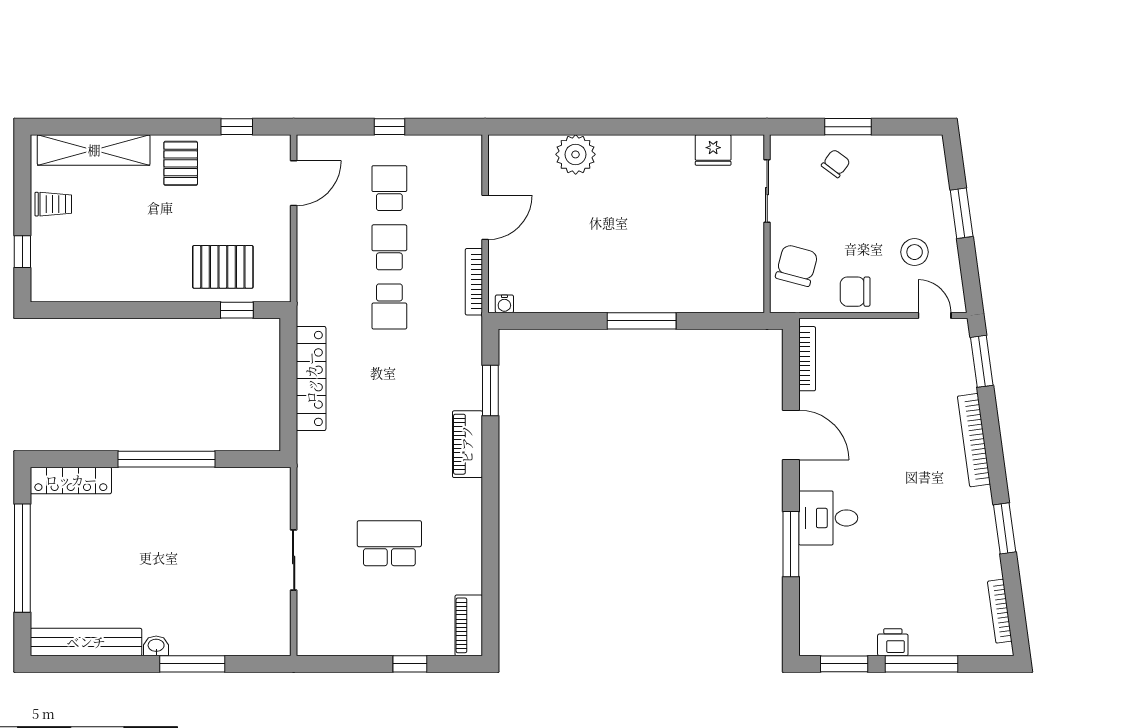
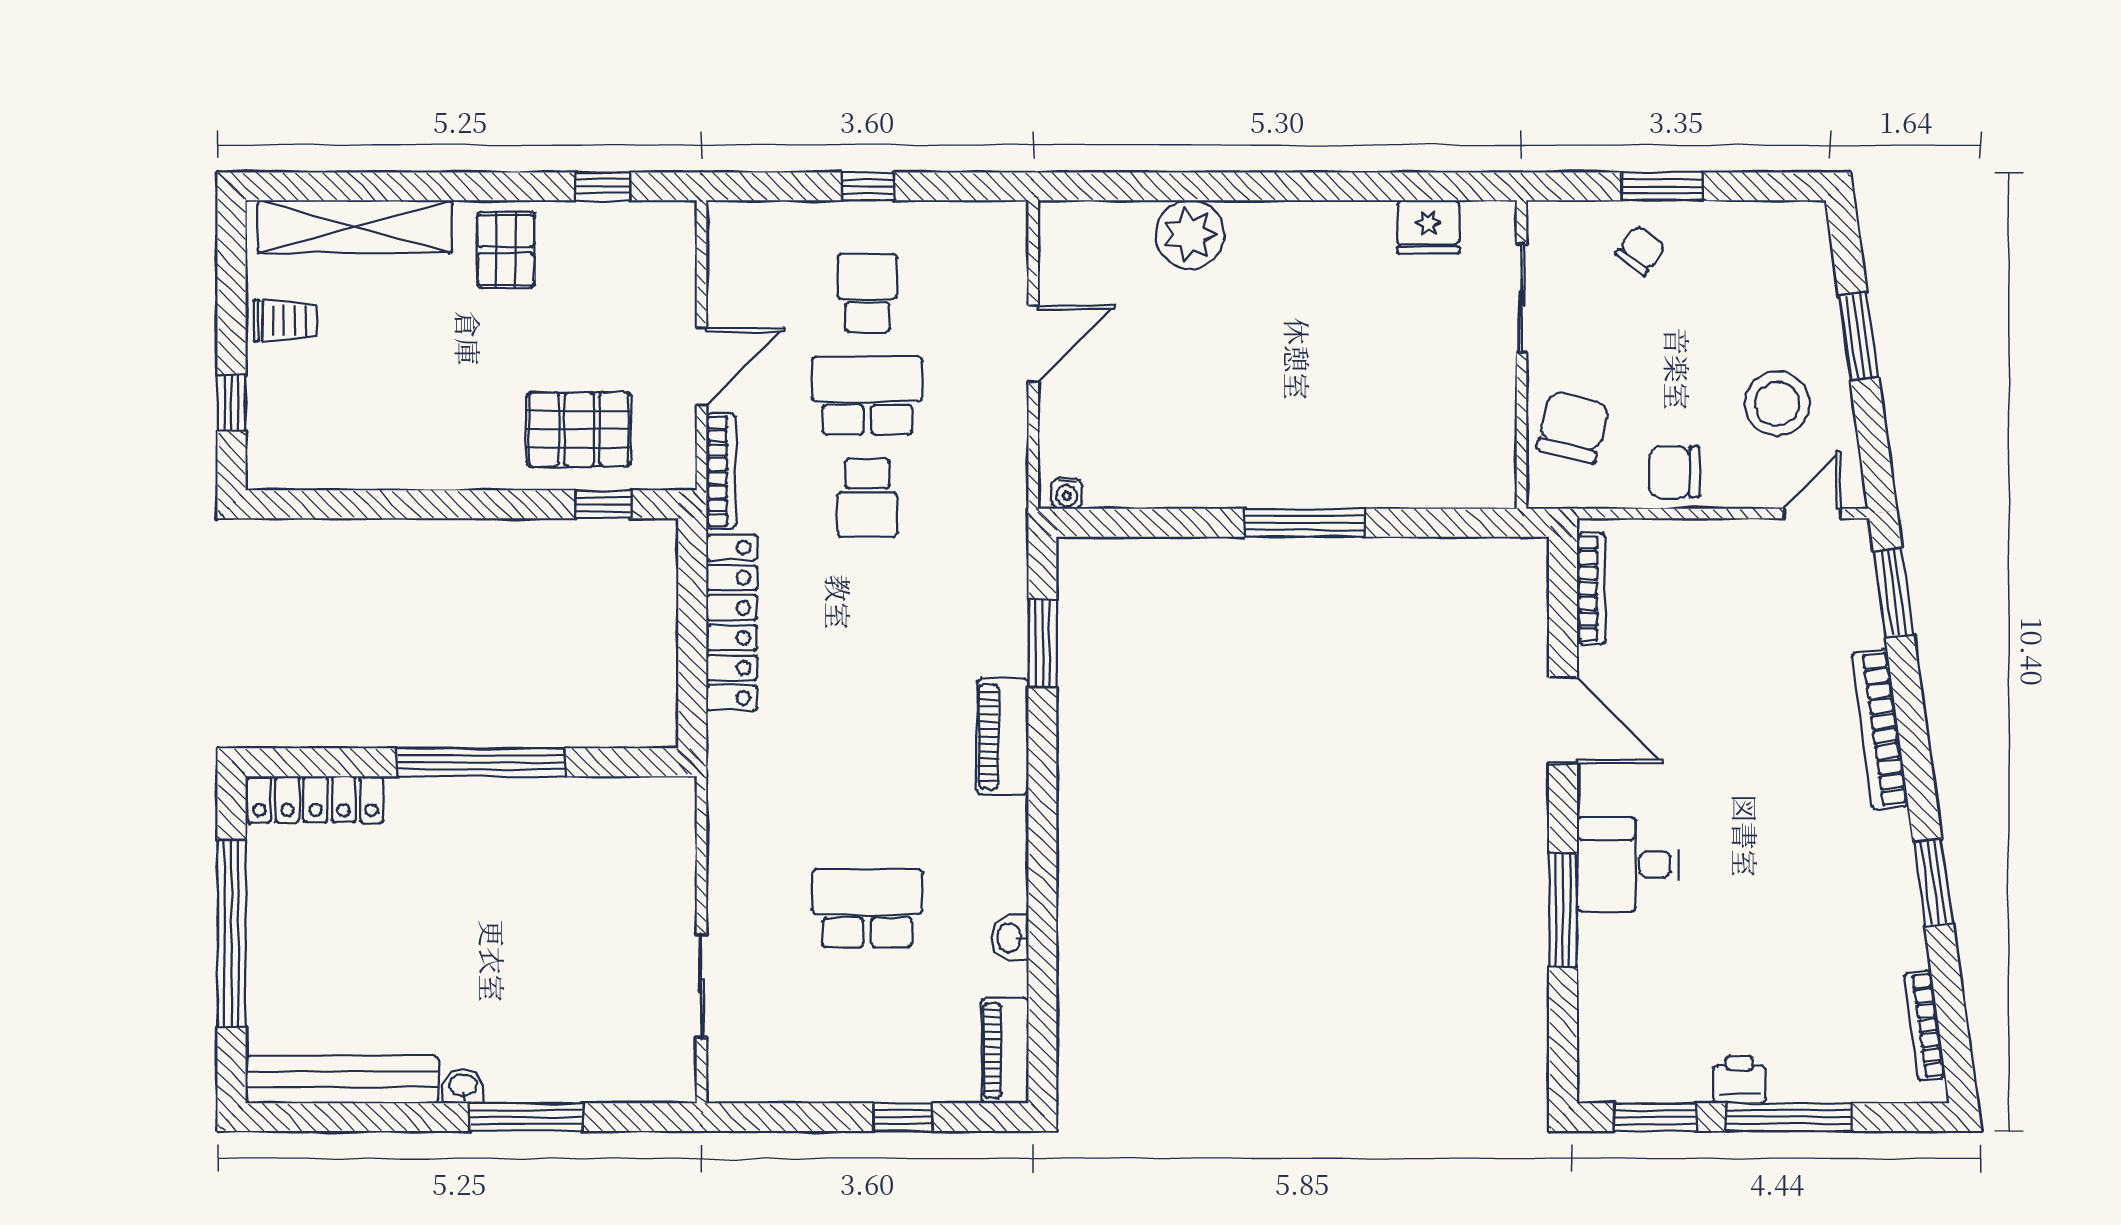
door: (294, 183) -> (701, 367), moved
school desk: (389, 247) -> (867, 395), width x1.85
stool: (915, 252) -> (1777, 404), width x1.38, depth x1.38
bookcase: (474, 282) -> (721, 471), moved, turned 180
door: (935, 315) -> (1812, 514), hinge flipped
sliding door: (294, 560) -> (701, 986), moved
washbasin: (472, 560) -> (1010, 938), added

